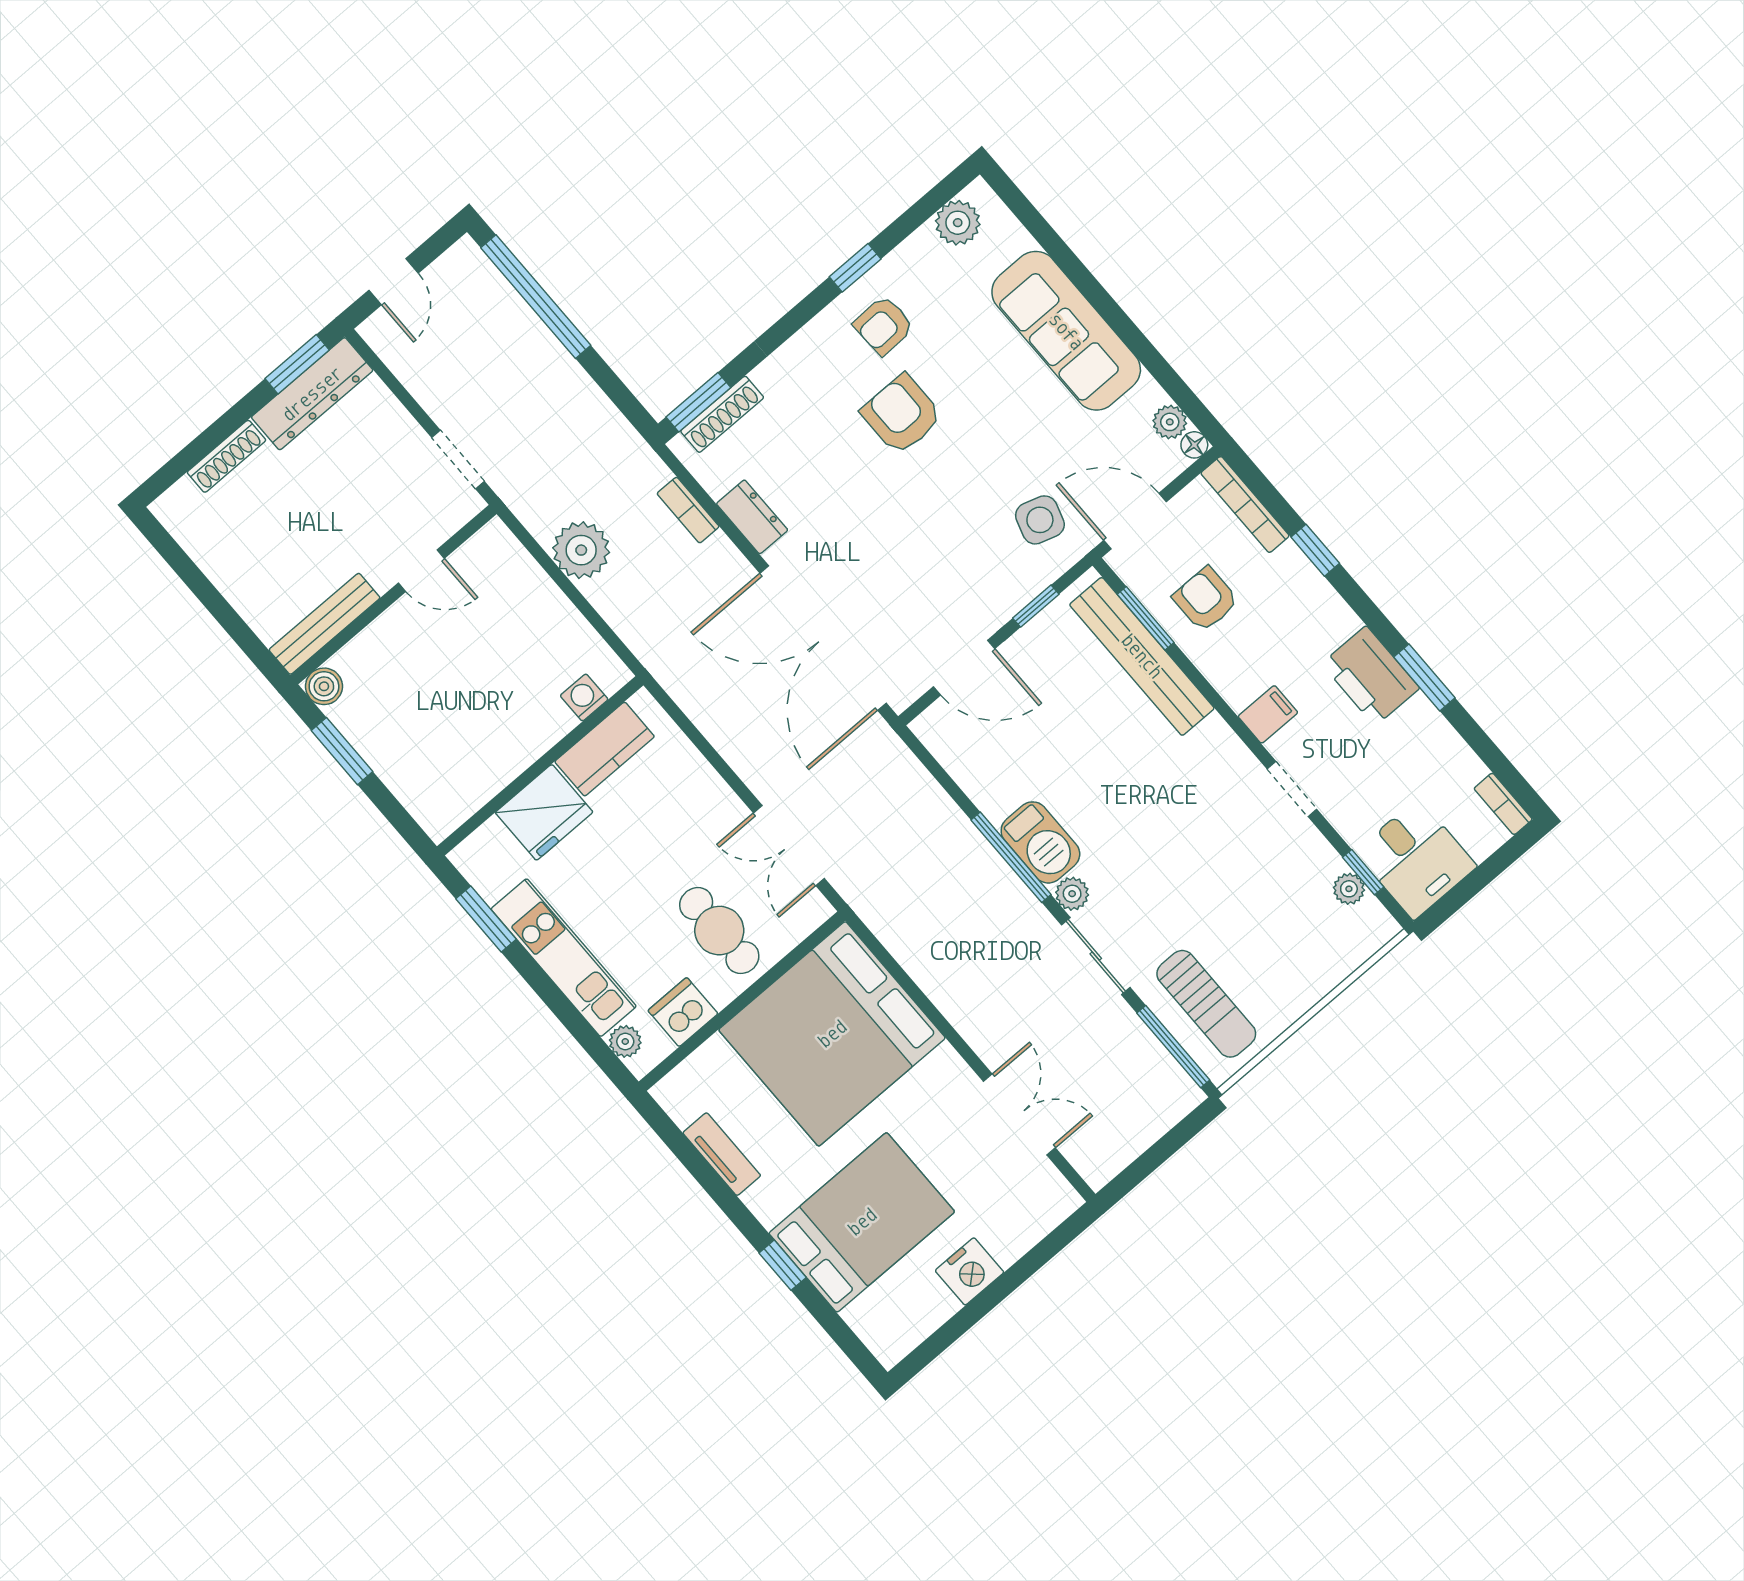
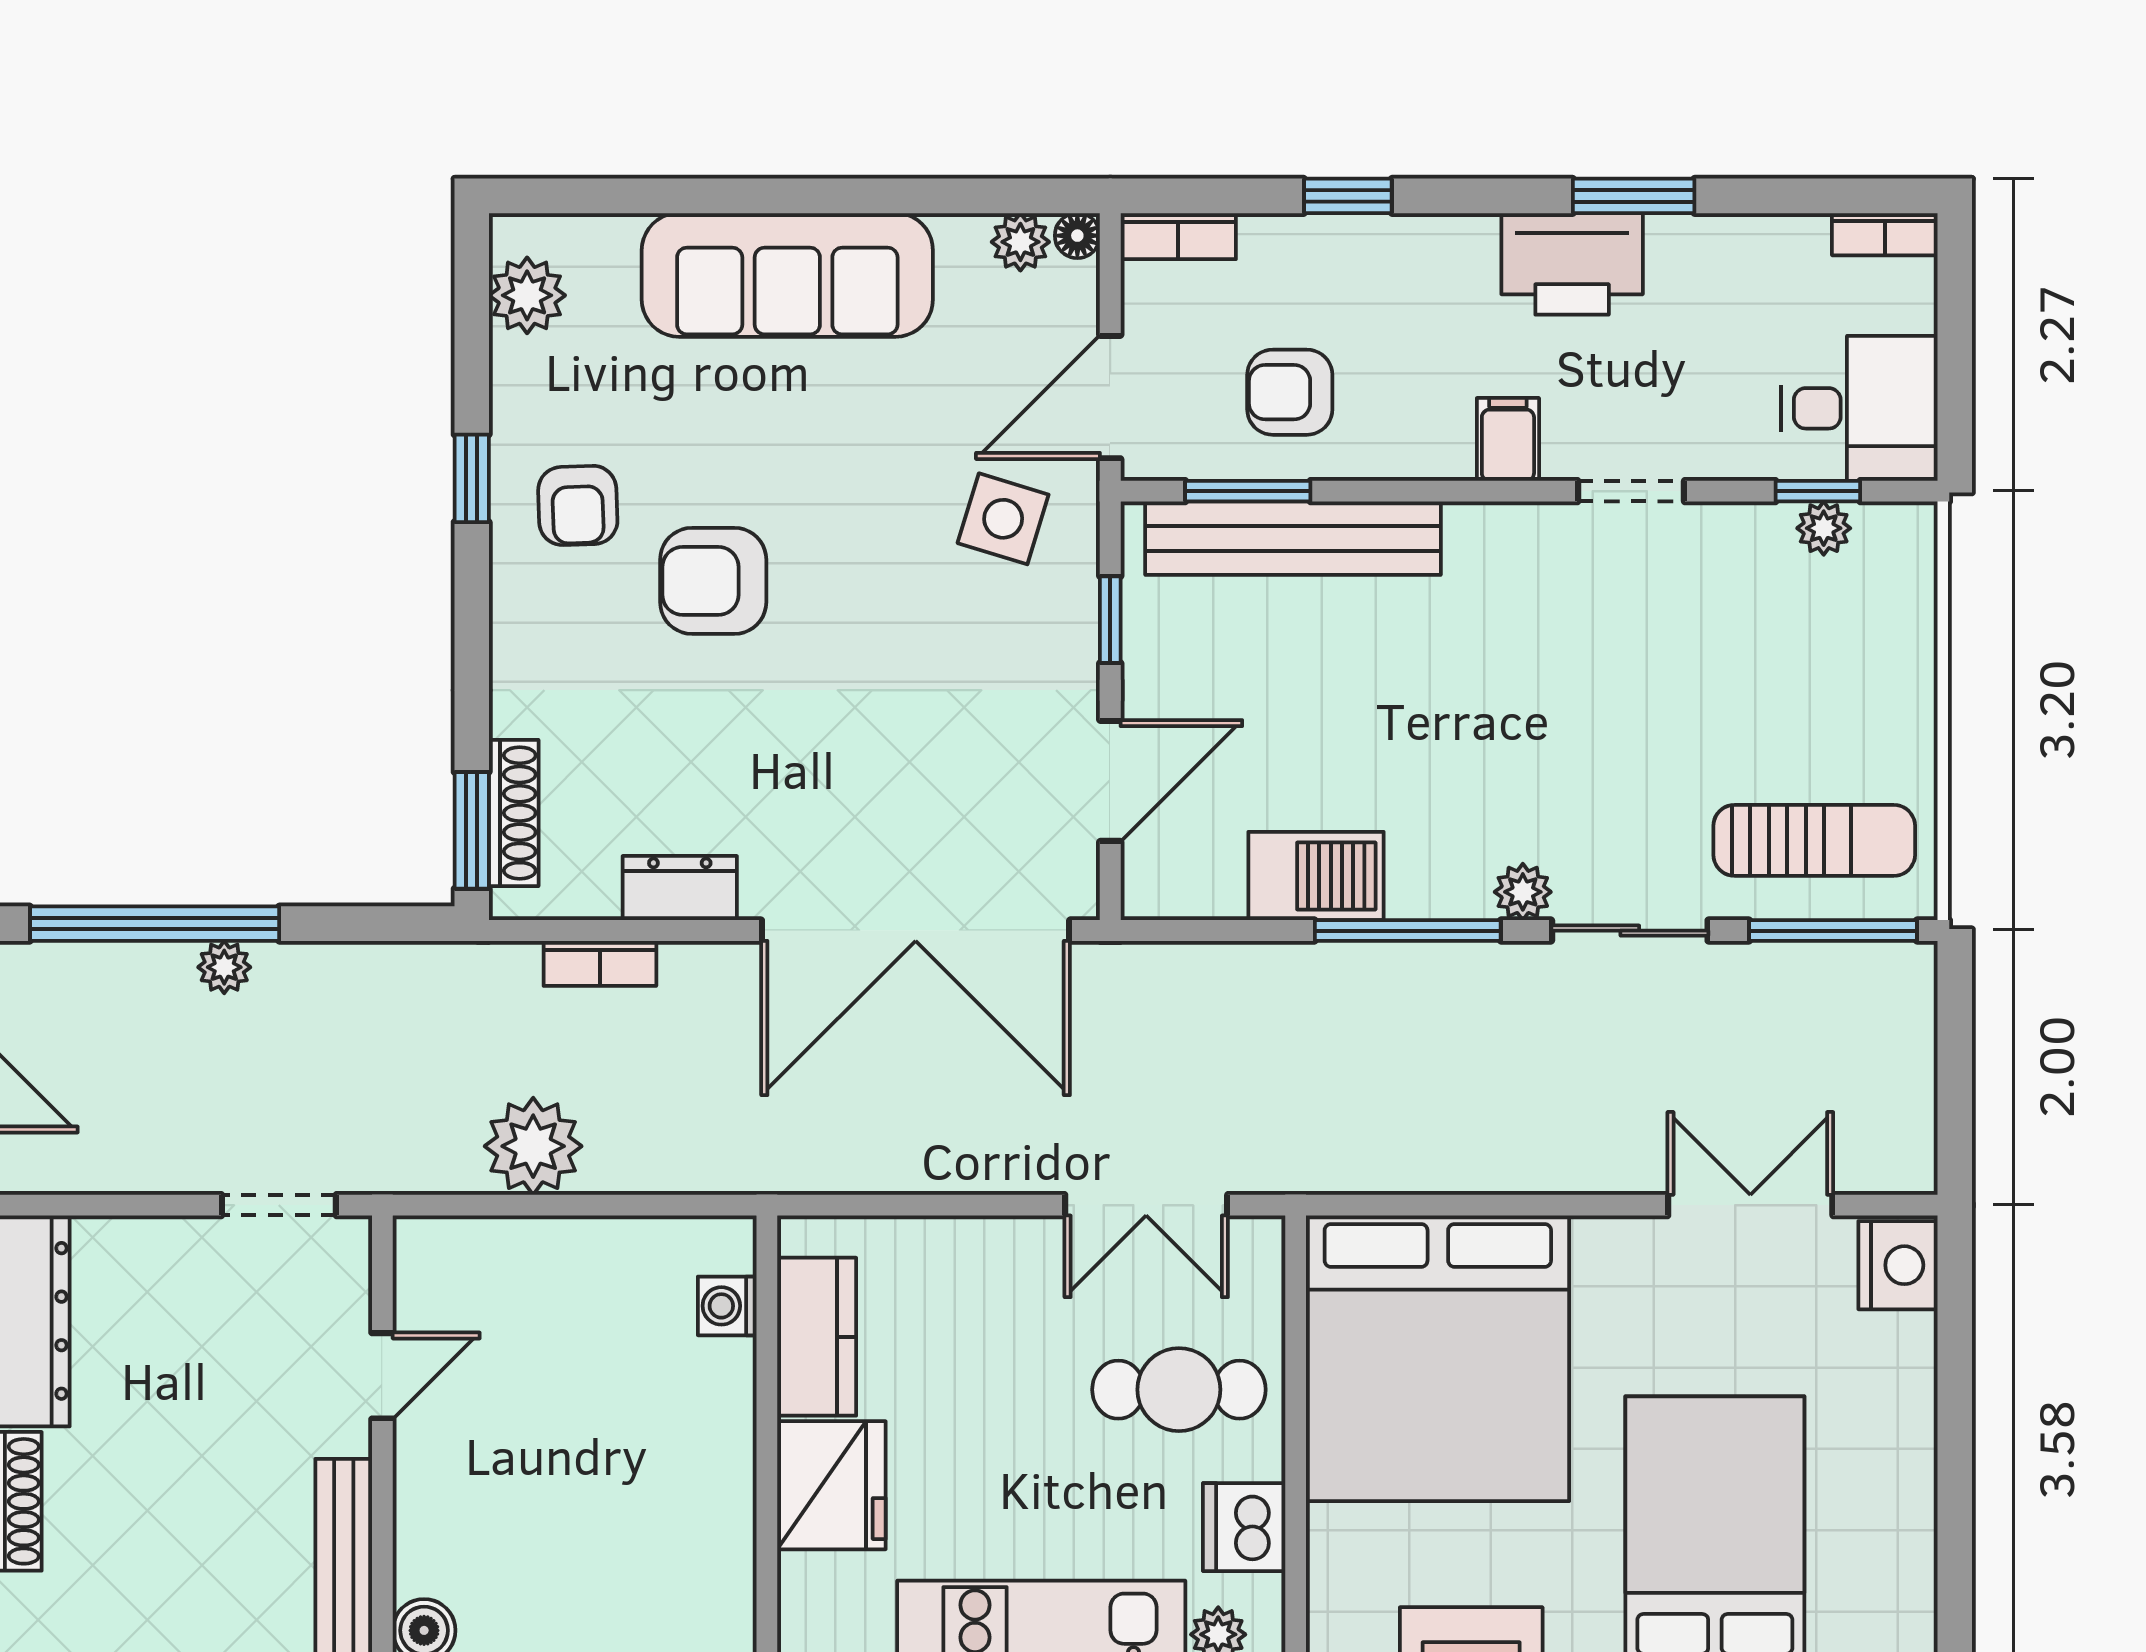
plant: (543, 344) -> (224, 967), added
bookcase: (1245, 504) -> (1178, 236), width x0.64
barbecue: (1040, 842) -> (1316, 876), moved
nightstand: (970, 1271) -> (1898, 1265), moved

